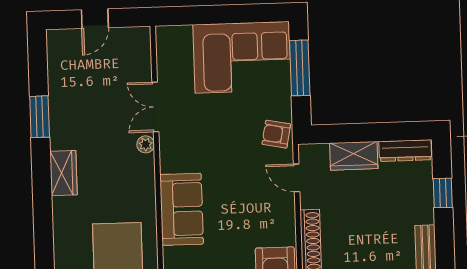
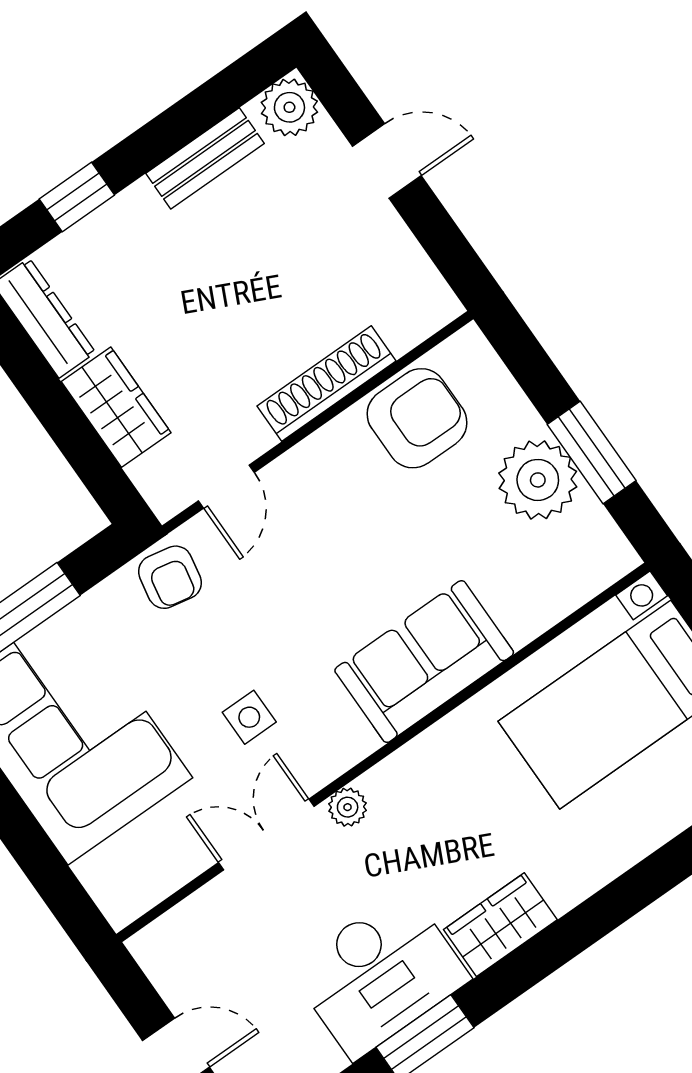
double door: (155, 107) -> (266, 835), swing flipped
desk: (75, 115) -> (380, 974), added
side table: (204, 129) -> (249, 717), added

